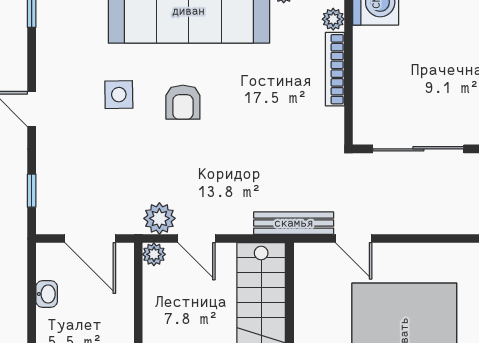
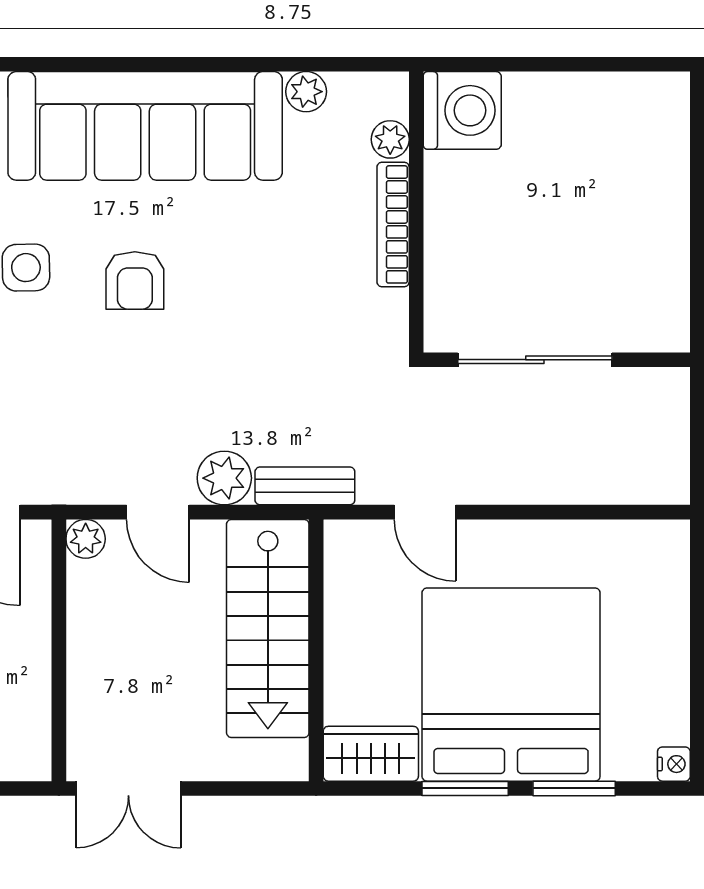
plant: (159, 218) -> (224, 478), moved
bench: (294, 223) -> (305, 486), width x0.73

